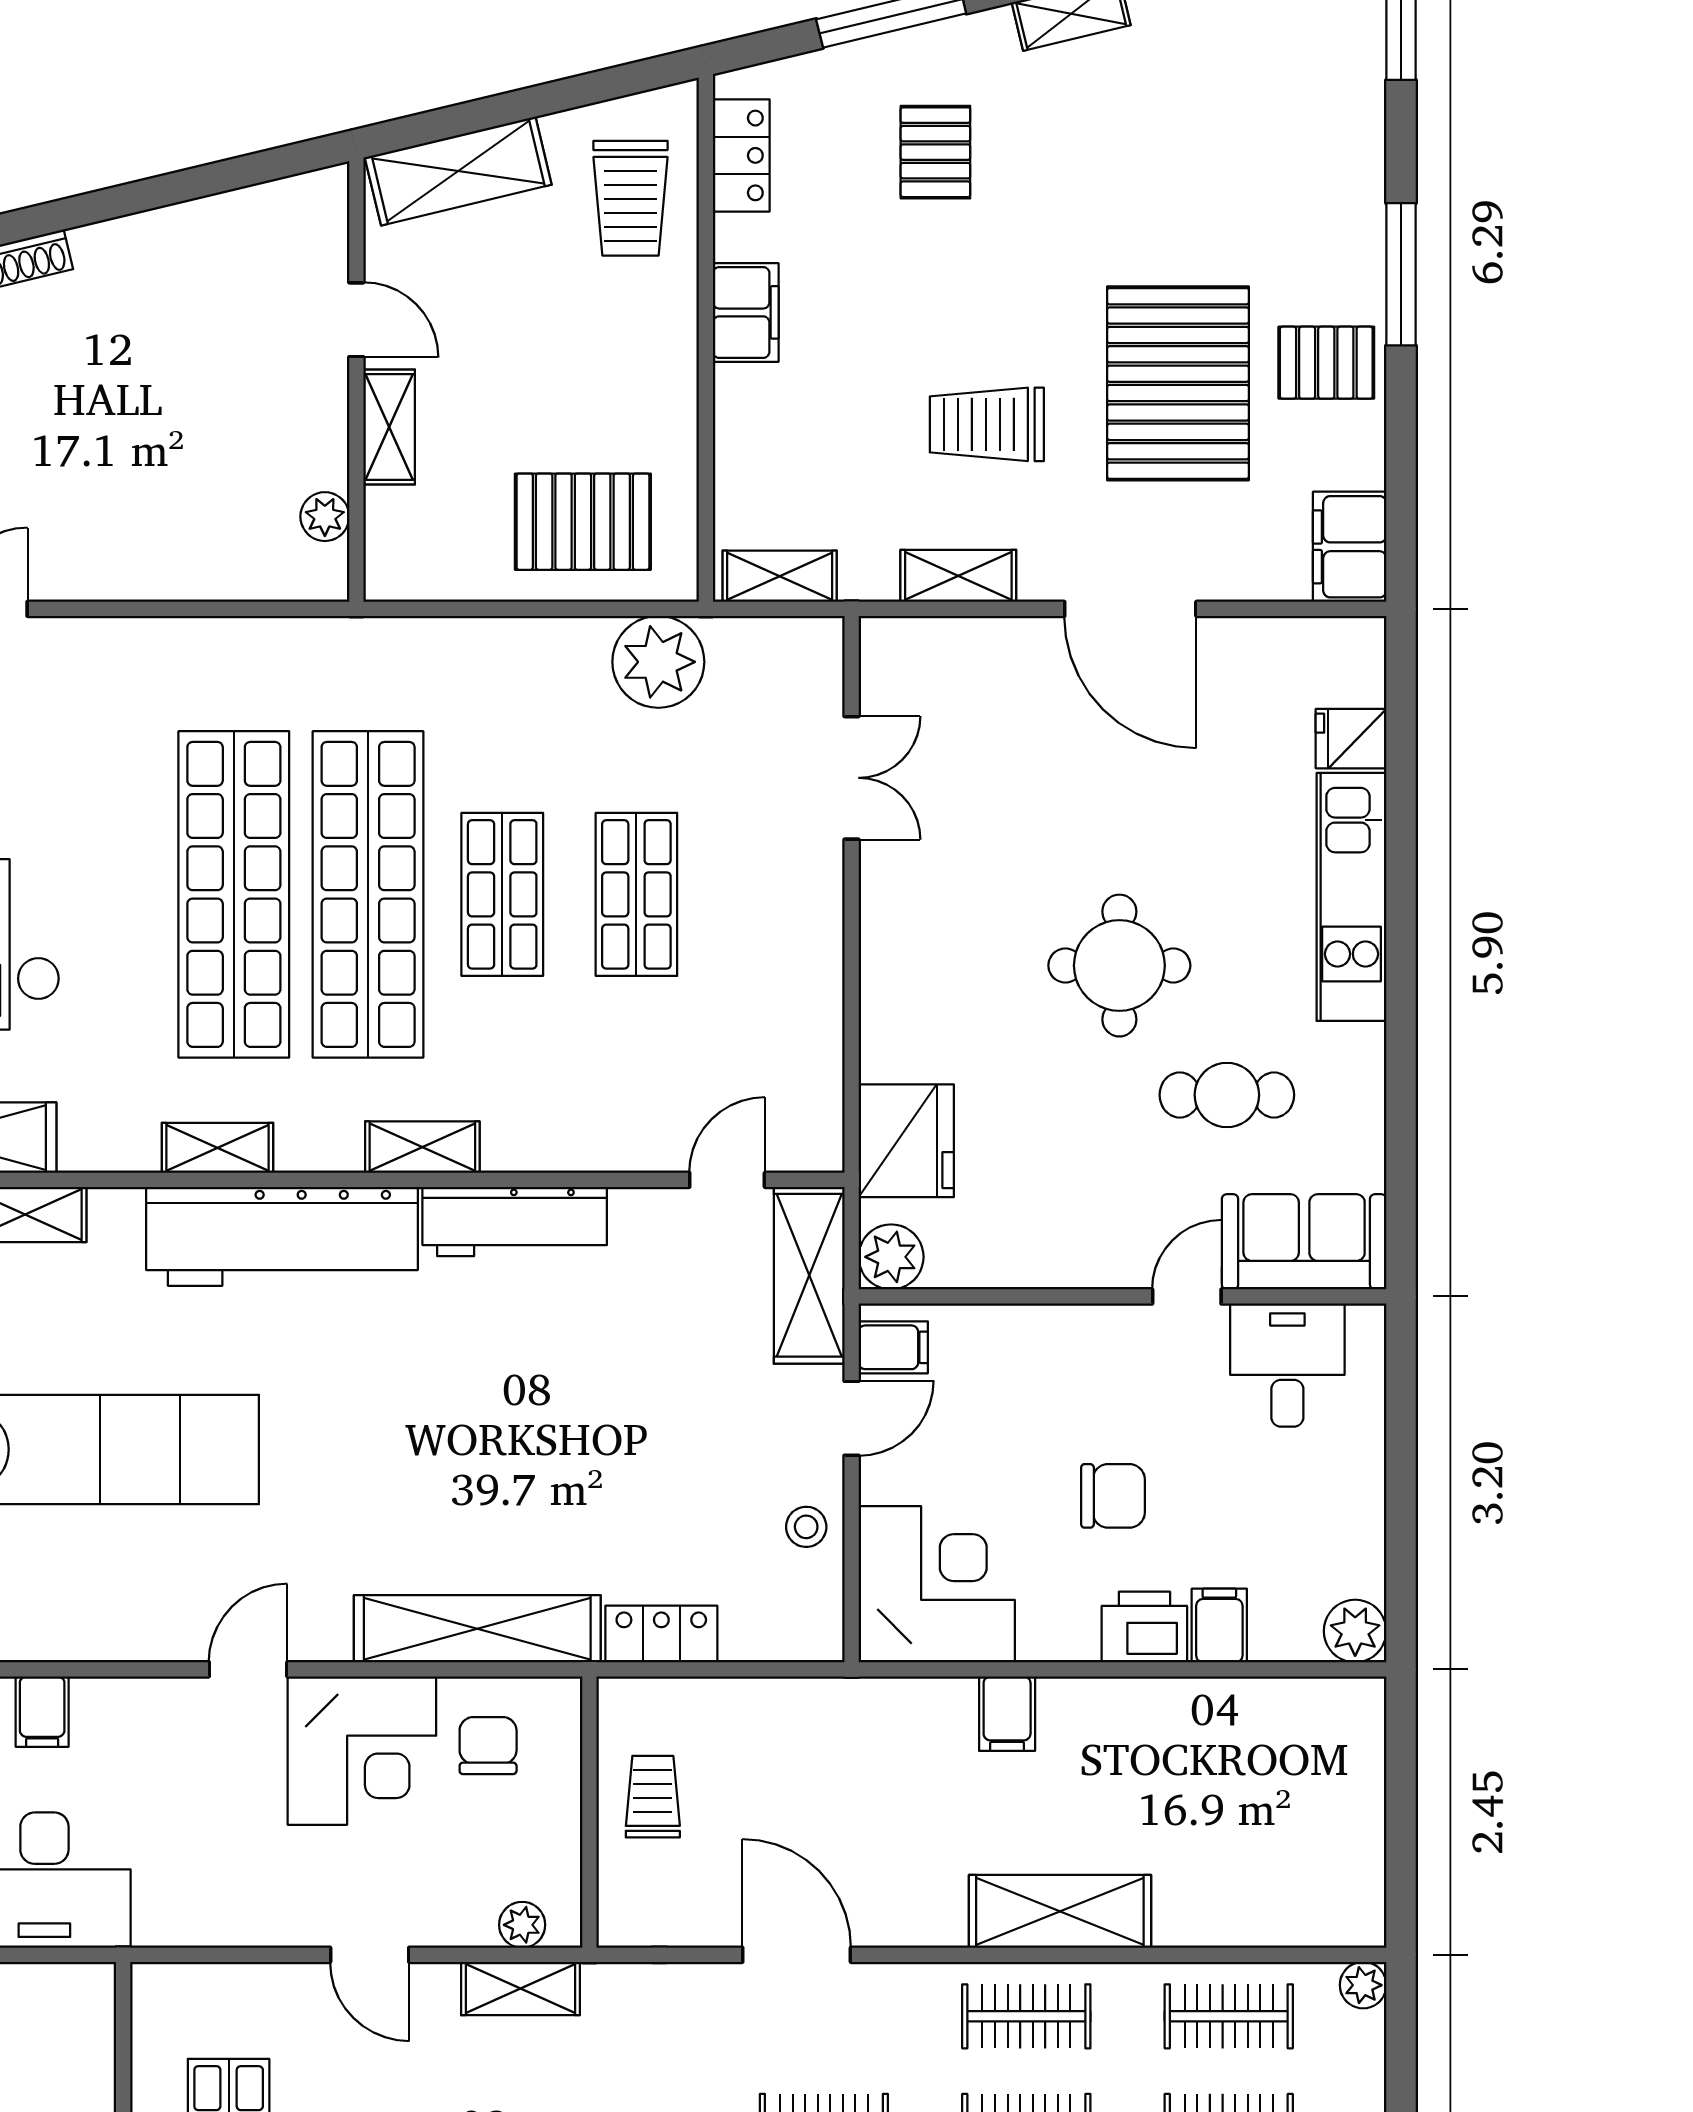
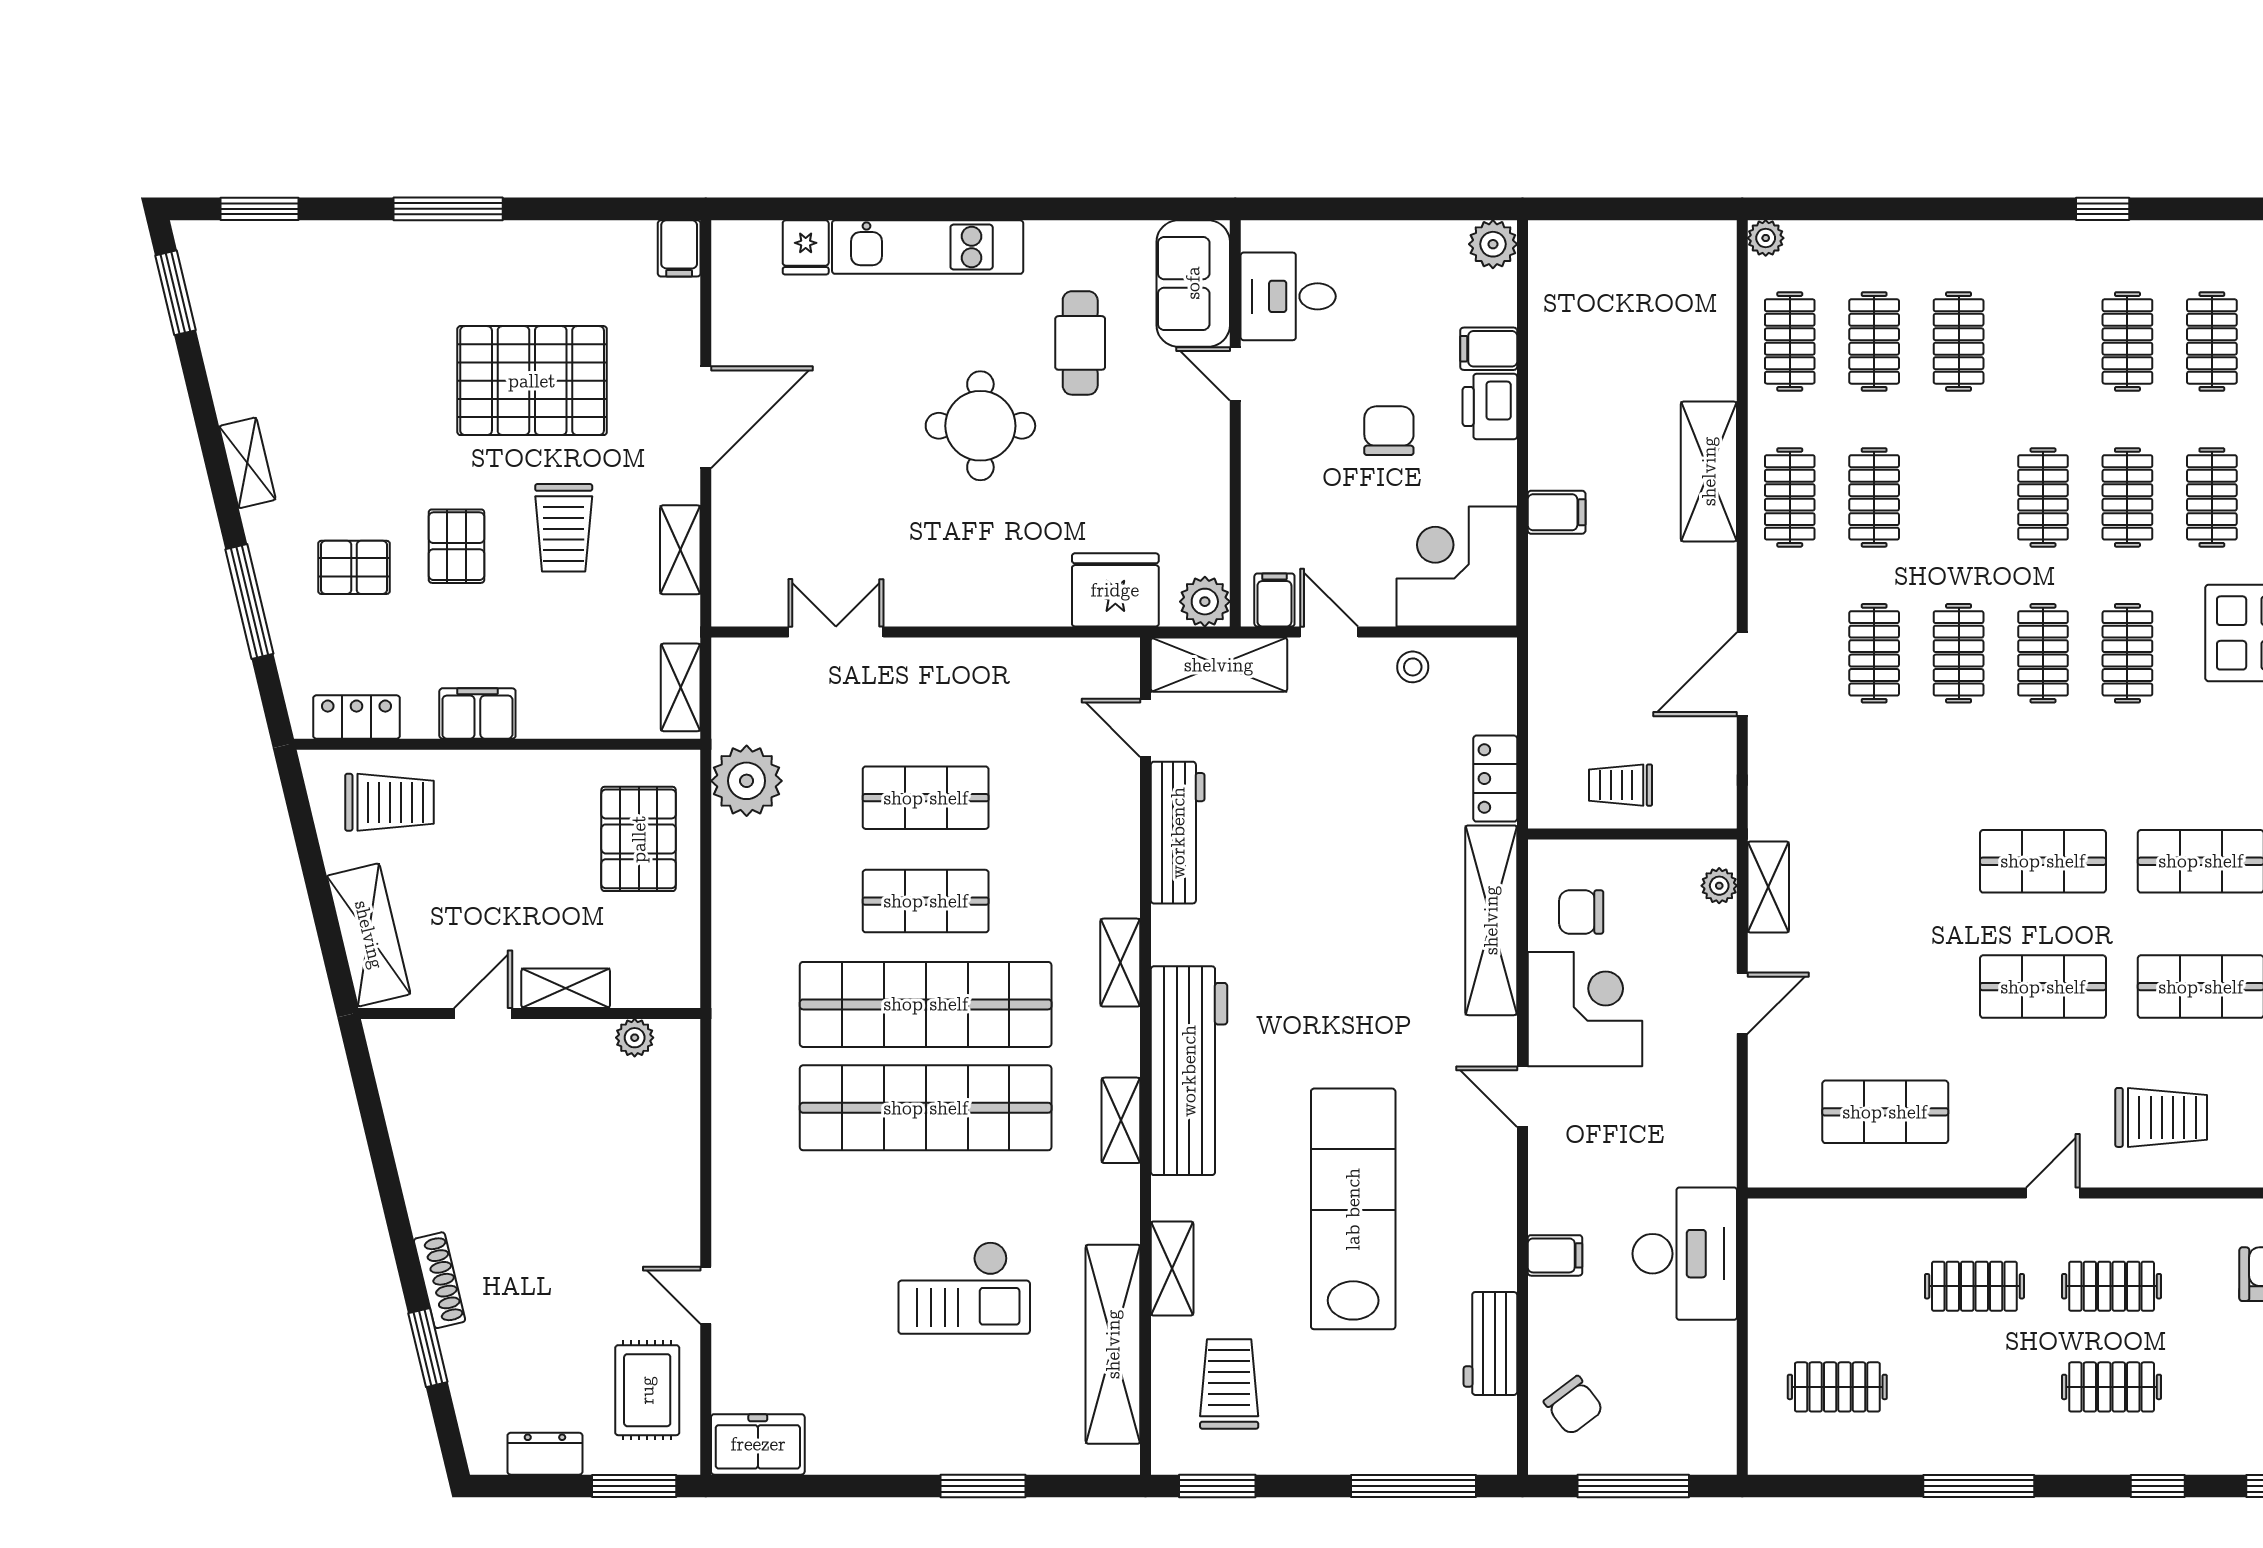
pallet: (1326, 363) -> (456, 546), moved
filing cabinet: (1350, 547) -> (679, 248), width x0.50
workbench: (515, 1222) -> (1178, 833), moved

